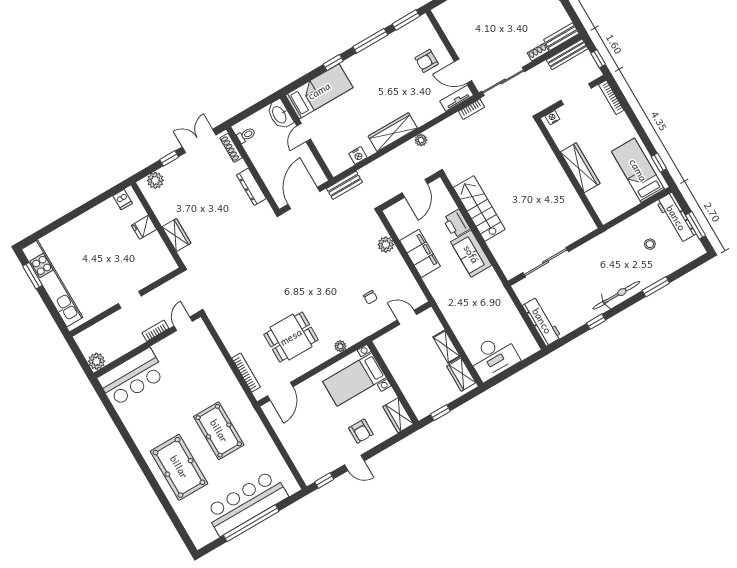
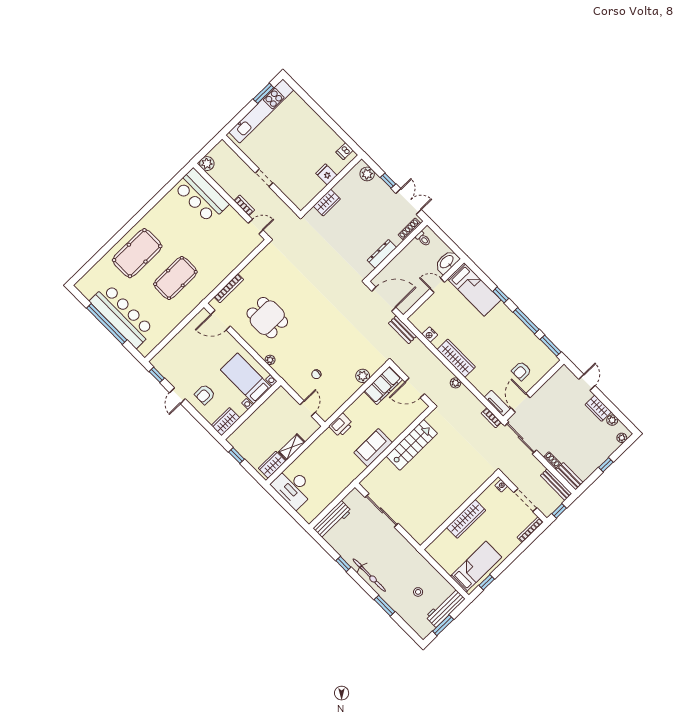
armchair: (427, 61) -> (521, 371), turned -90
printer: (456, 224) -> (341, 425), moved, turned 180
filing cabinet: (420, 253) -> (383, 385), moved

